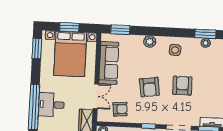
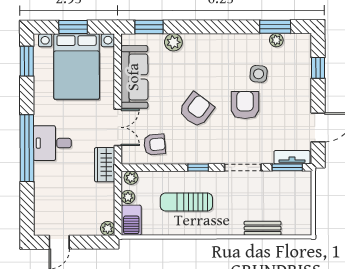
plant: (150, 42) -> (173, 42), moved
side table: (175, 50) -> (259, 74), moved
armchair: (149, 87) -> (196, 110), turned -135

